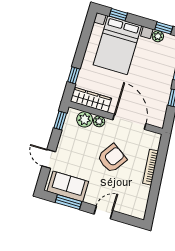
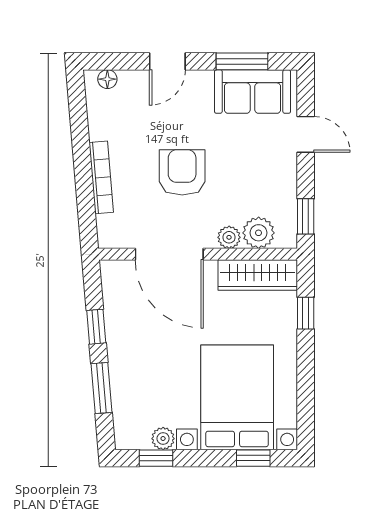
armchair: (112, 158) -> (182, 172), turned 146
floor lamp: (134, 212) -> (107, 79), added

